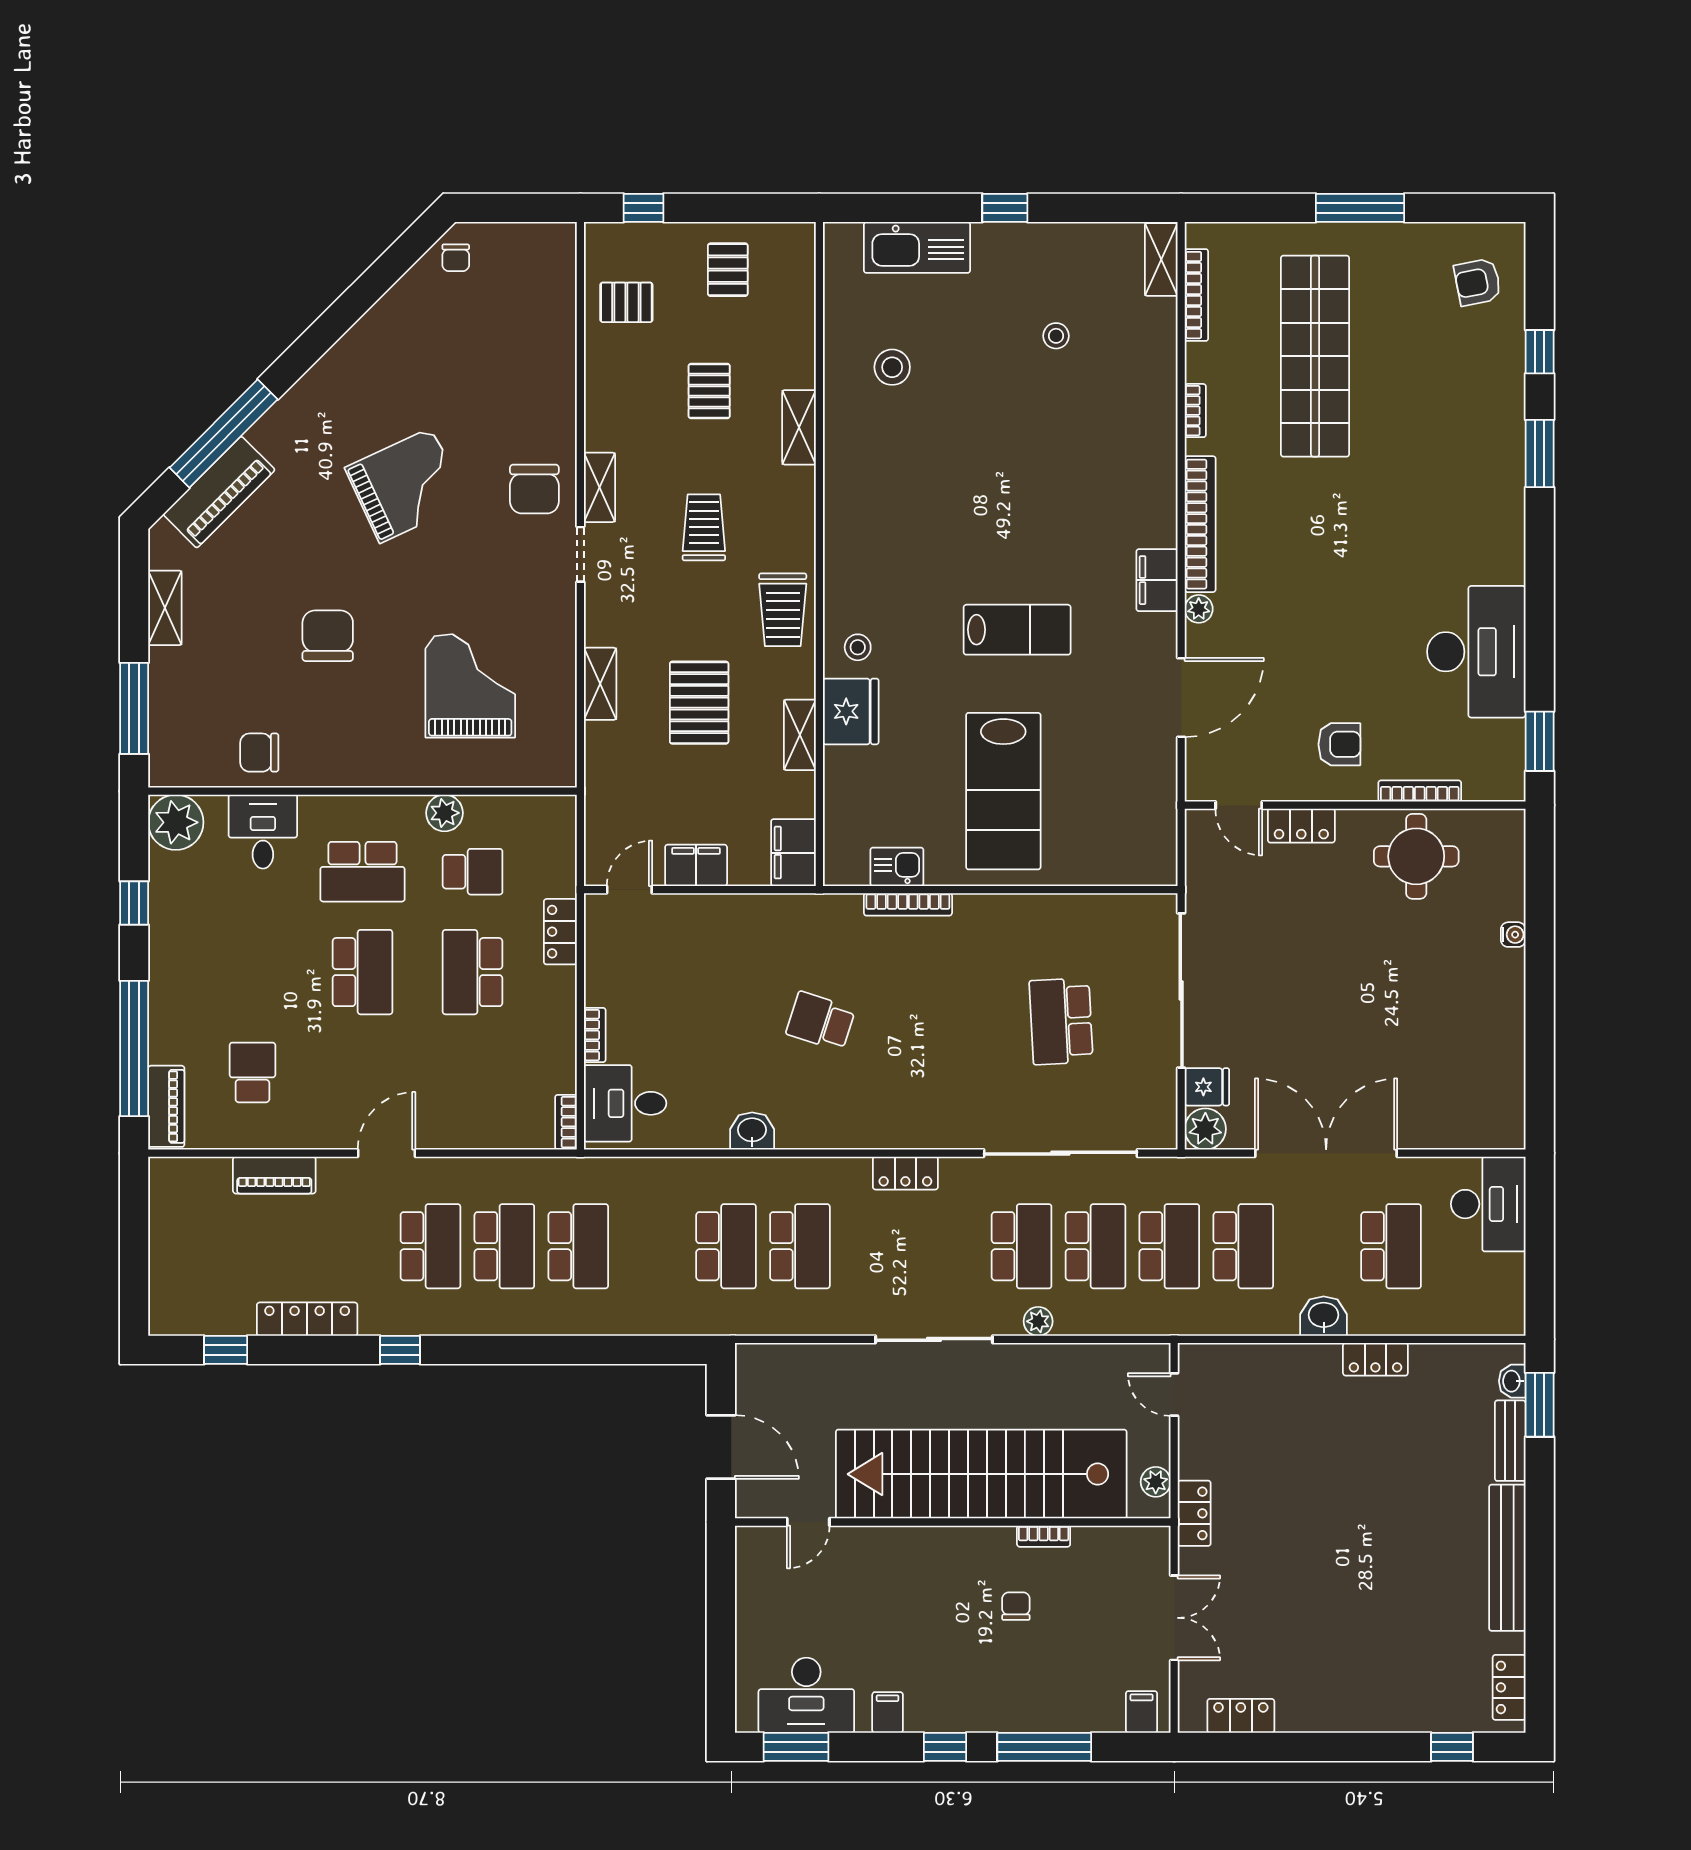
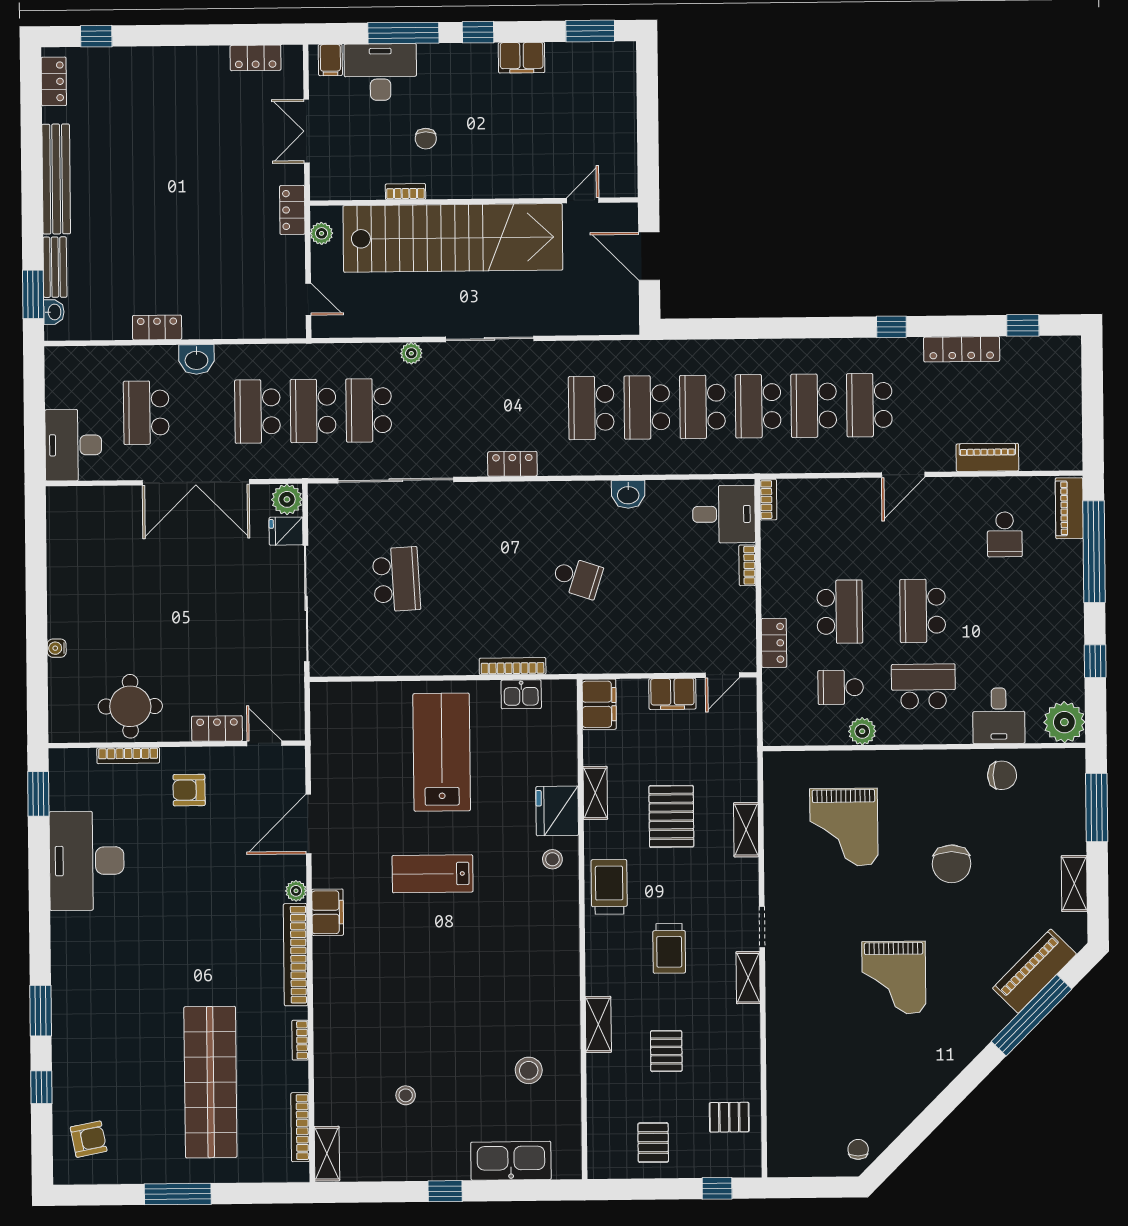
grand piano: (406, 485) -> (894, 978), turned -65
chair: (534, 489) -> (797, 976), removed
school desk: (1022, 1246) -> (702, 407), moved
desk: (806, 1695) -> (380, 72), moved
filing cabinet: (888, 1712) -> (522, 58), width x2.00

